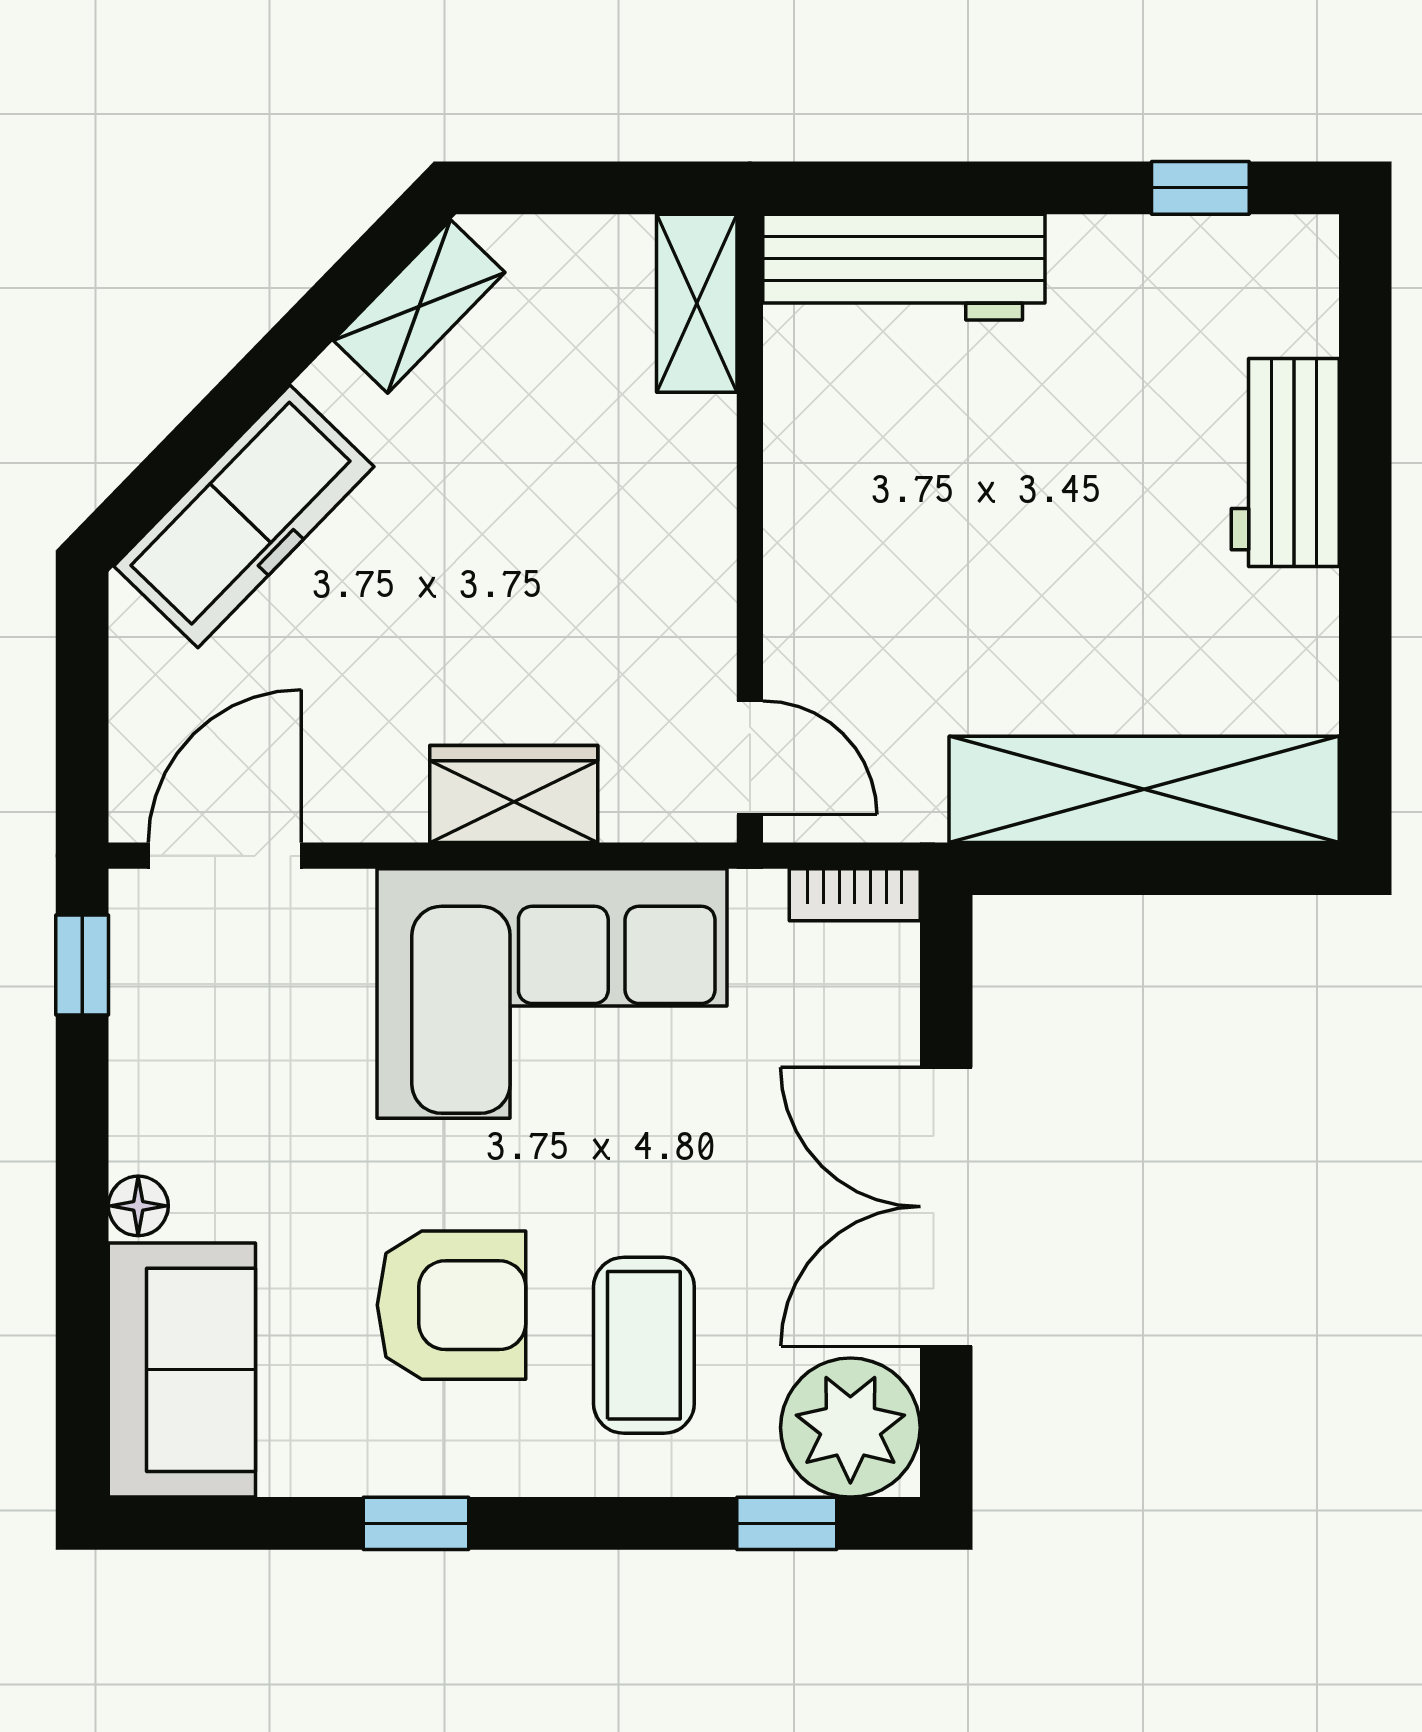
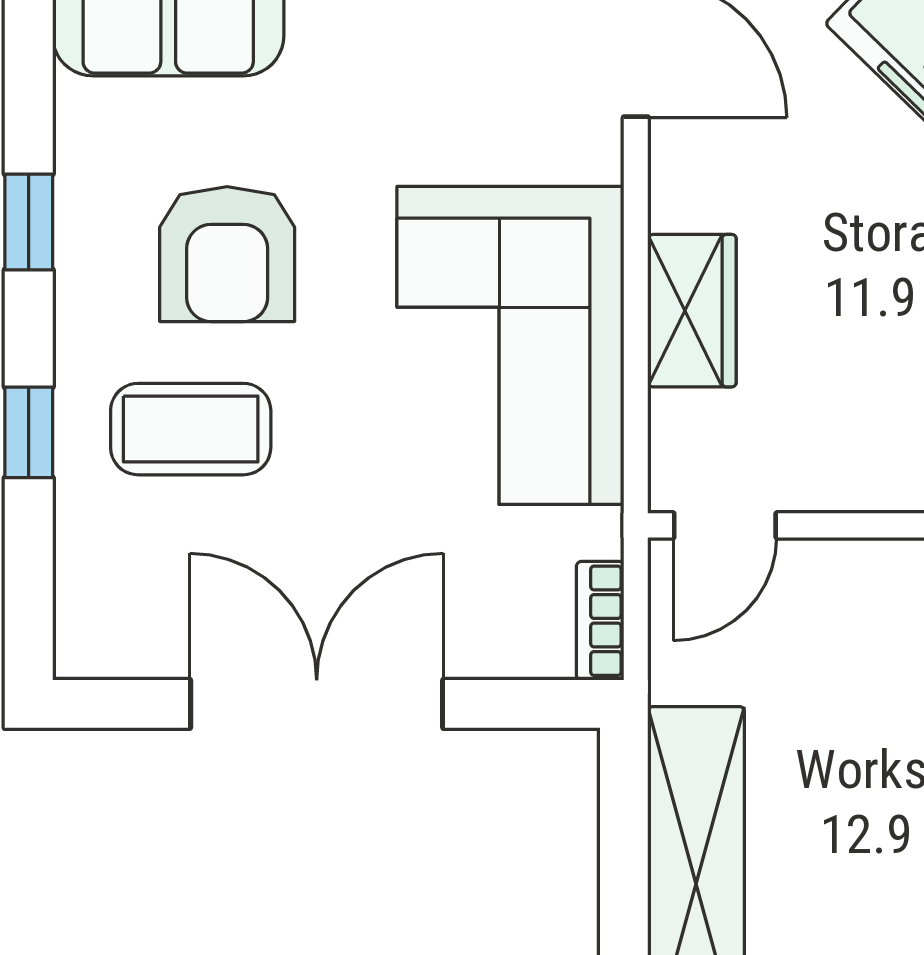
plant: (850, 1428) -> (116, 617), removed
window: (787, 1523) -> (29, 432), moved

